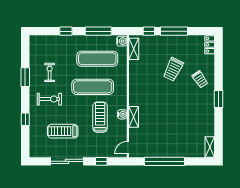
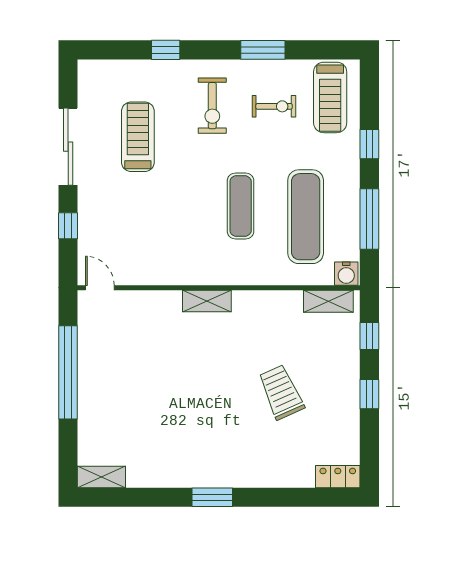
window: (174, 31) -> (369, 394), width x0.46
trolley: (173, 69) -> (281, 392), turned 40
trolley: (200, 79) -> (258, 454), removed
exercise mat: (93, 87) -> (241, 206), width x0.73, depth x0.69
water cooler: (122, 114) -> (177, 275), removed
treadmill: (100, 117) -> (330, 97), moved, turned 90
shelving: (134, 117) -> (207, 301), moved

